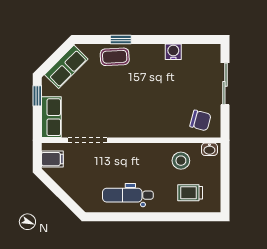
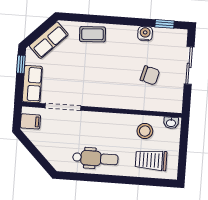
window: (121, 40) -> (165, 24), moved
chair: (200, 120) -> (150, 75), moved
trolley: (190, 193) -> (151, 160), width x1.36, depth x1.39
dental chair: (128, 195) -> (95, 158), turned 180

